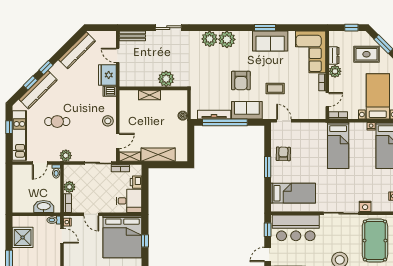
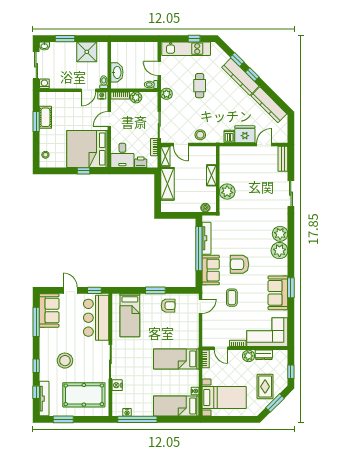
plant: (166, 79) -> (227, 192), moved
wall: (153, 88) -> (218, 179), moved
kitchen counter: (38, 90) -> (240, 77), moved
shelving: (149, 95) -> (211, 175), moved

